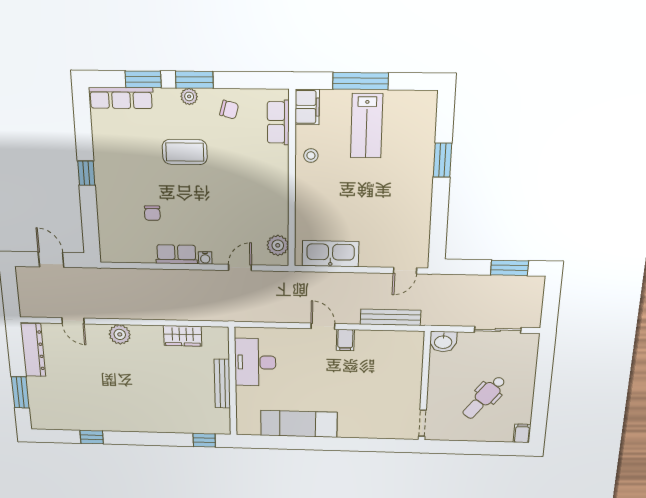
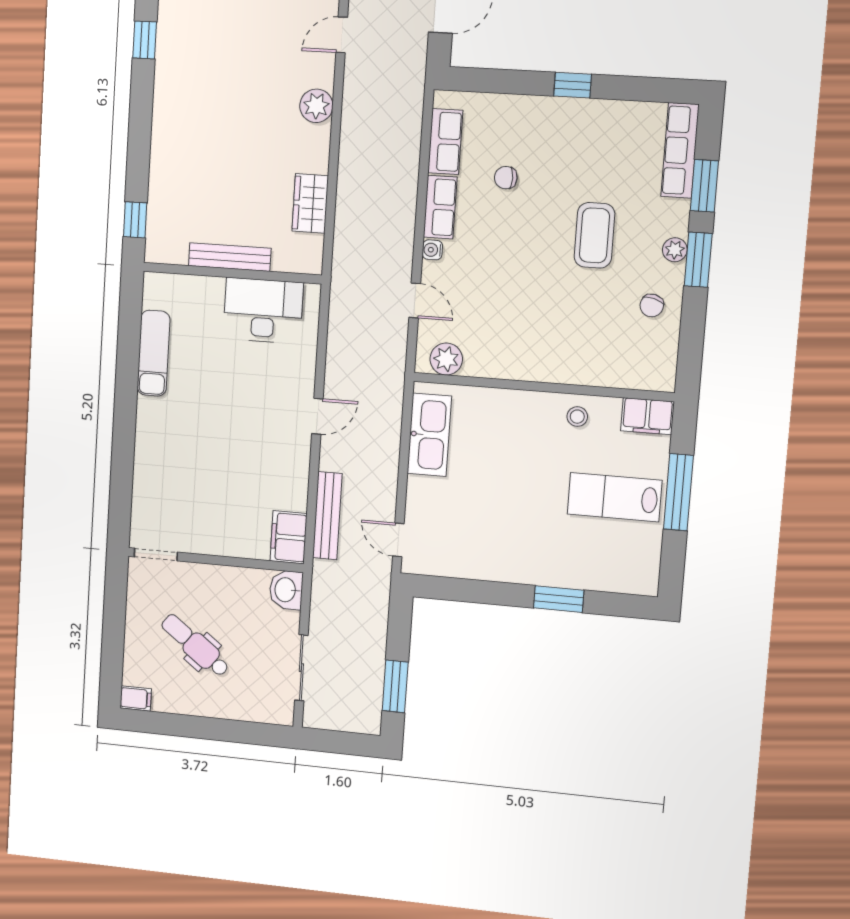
row of seats: (278, 122) -> (445, 142), moved, turned 90
filing cabinet: (345, 340) -> (289, 537), moved, width x2.00
exam couch: (299, 424) -> (154, 353), width x0.73, depth x0.69

